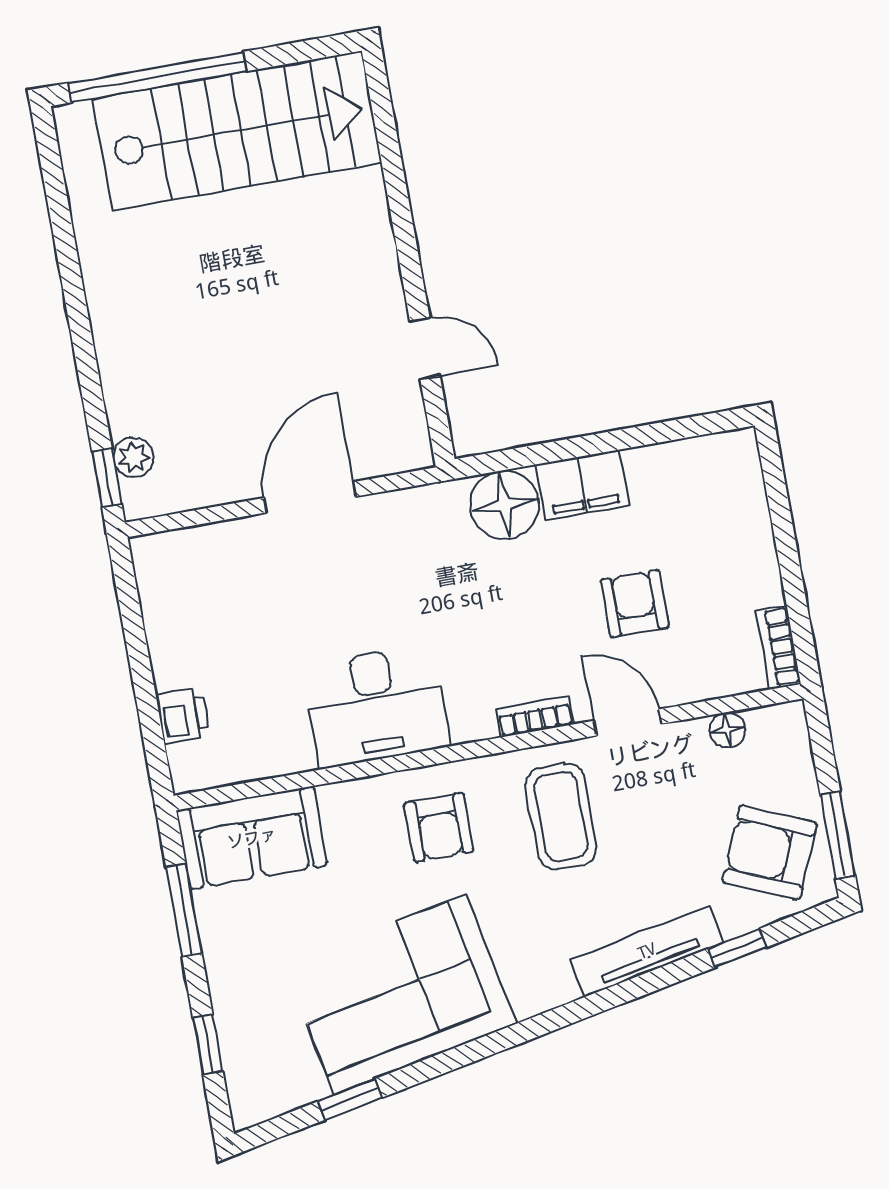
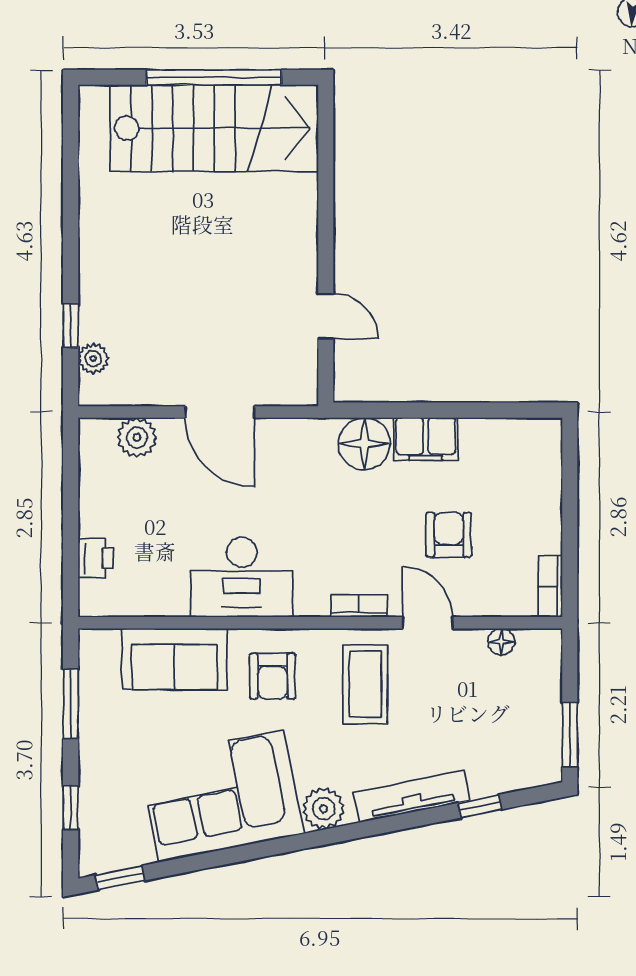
window: (157, 77) -> (214, 77), moved
window: (107, 478) -> (71, 326), moved
door: (310, 497) -> (220, 412), swing flipped
plant: (208, 549) -> (137, 437), added
sofa: (252, 838) -> (174, 659), moved
armchair: (770, 853) -> (517, 739), removed
plant: (536, 987) -> (324, 809), added
window: (350, 1099) -> (120, 878), moved

